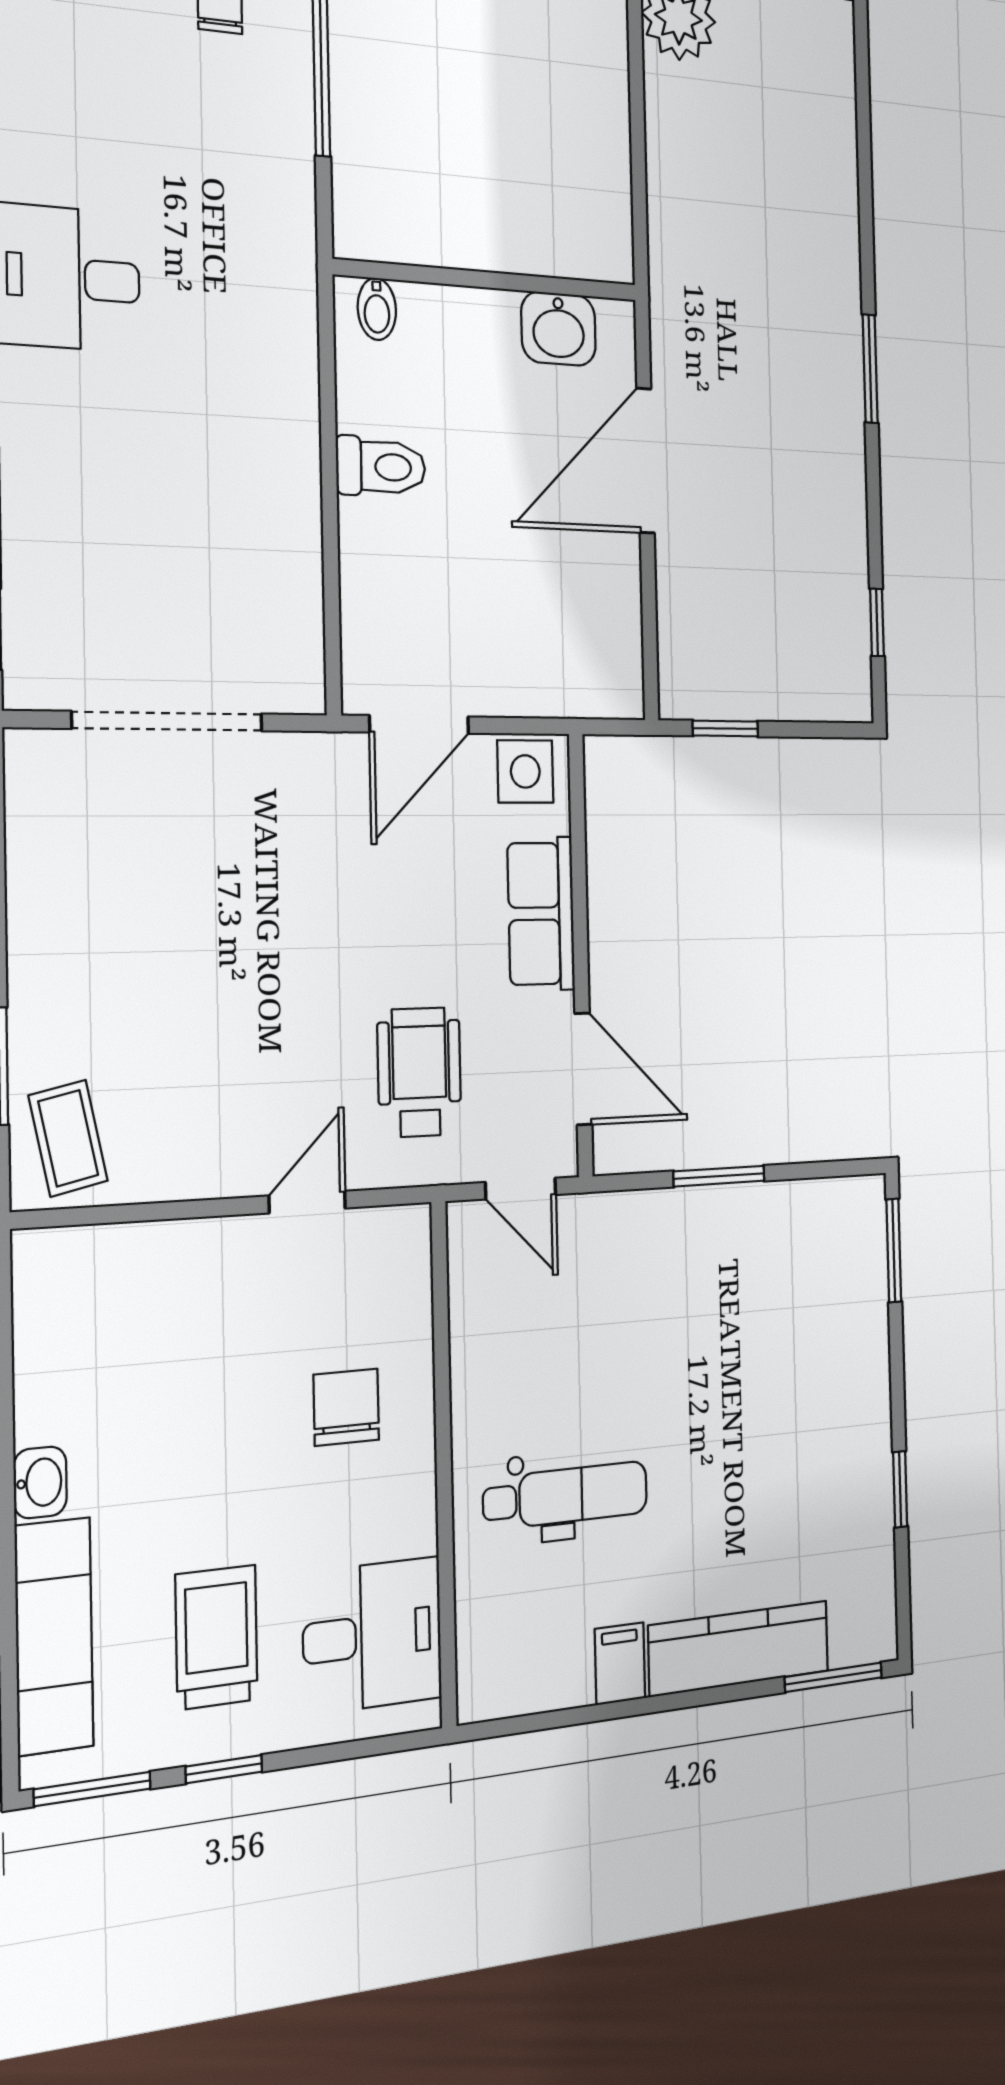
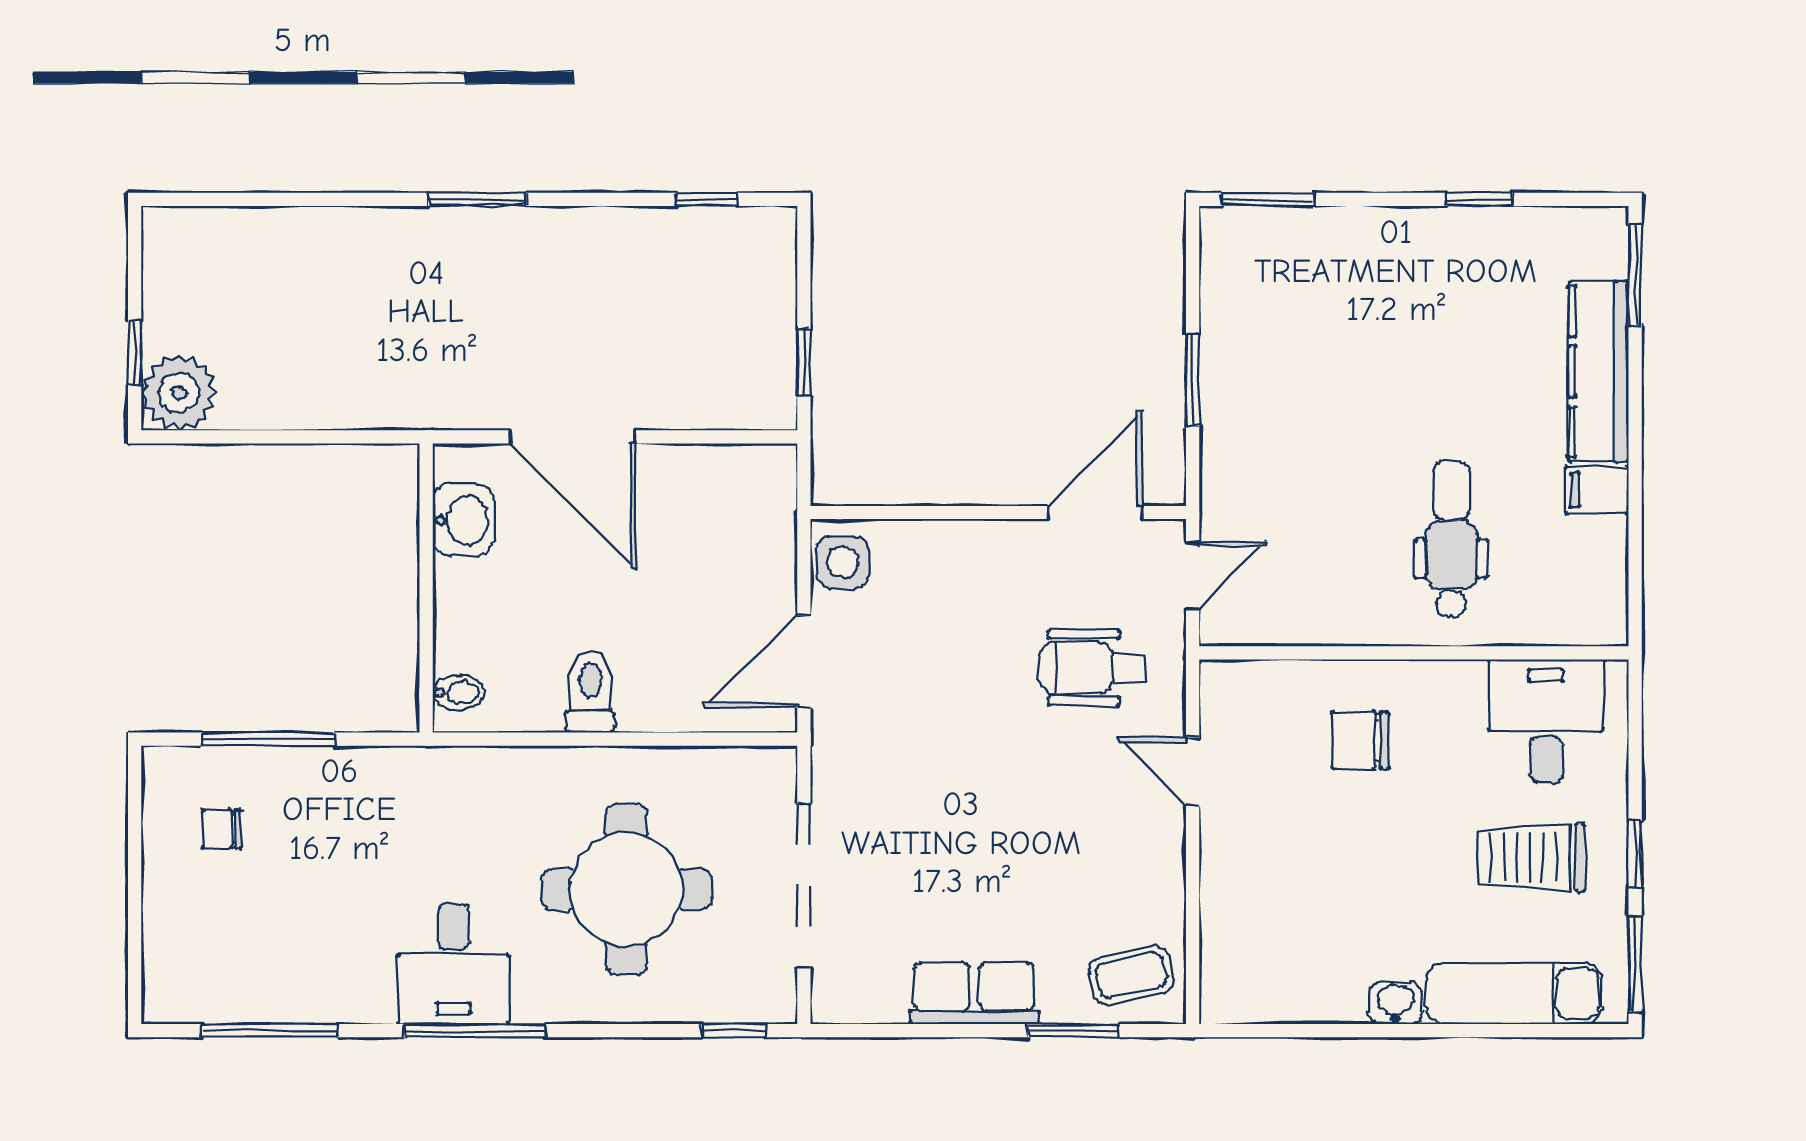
round table: (159, 500) -> (626, 889), added
door: (419, 724) -> (804, 661), swing flipped
row of seats: (541, 914) -> (974, 993), moved, turned 180

